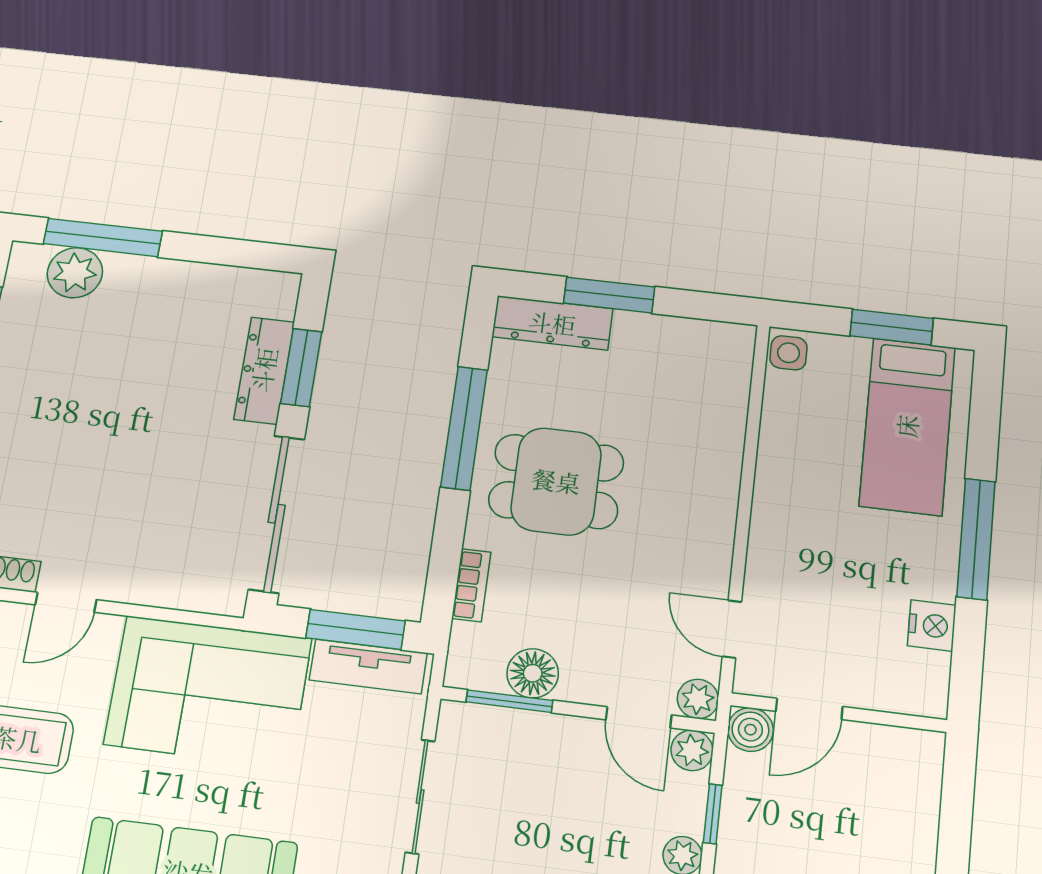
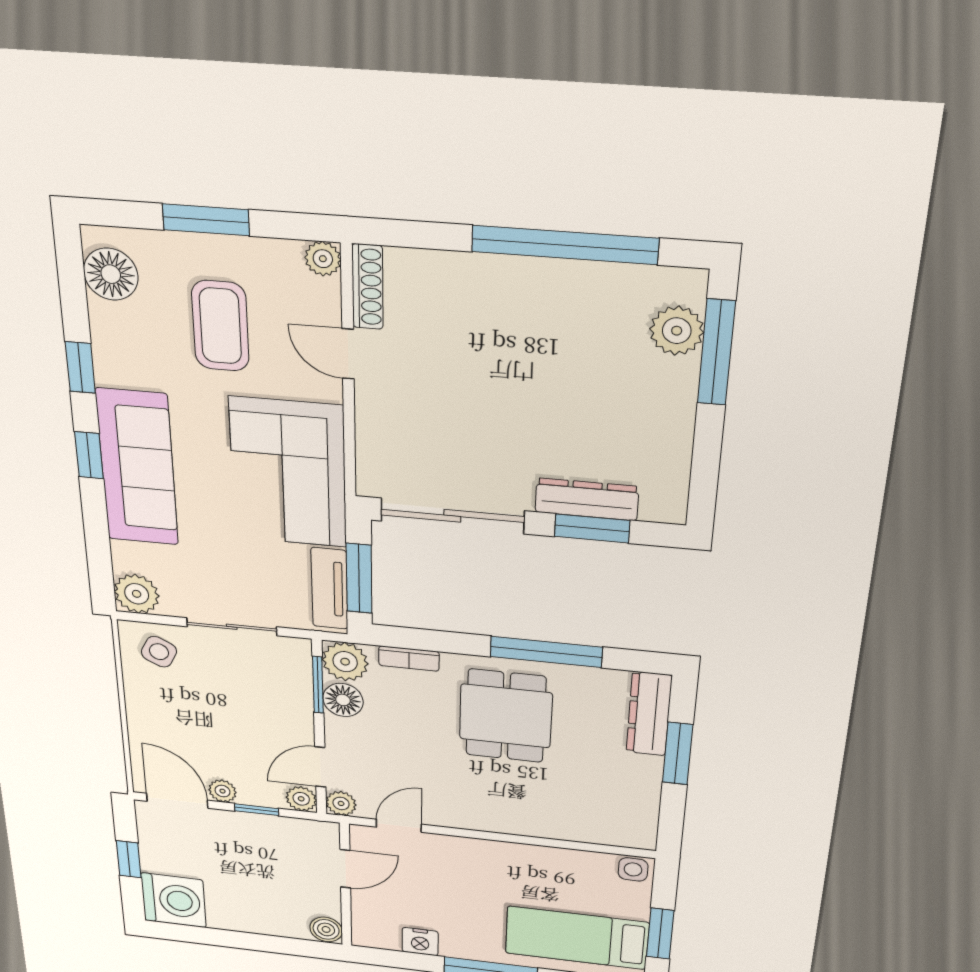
plant: (475, 663) -> (345, 662), added
door: (809, 709) -> (345, 869), swing flipped
boiler: (750, 730) -> (326, 929), moved

